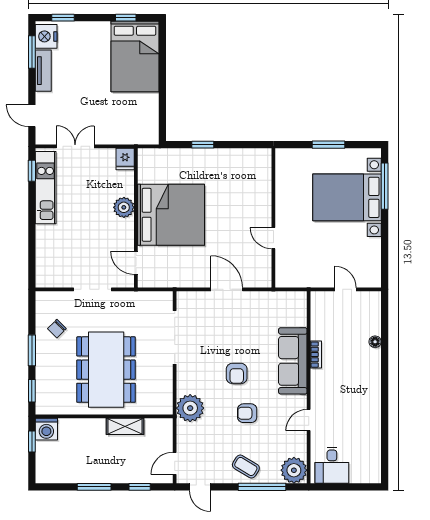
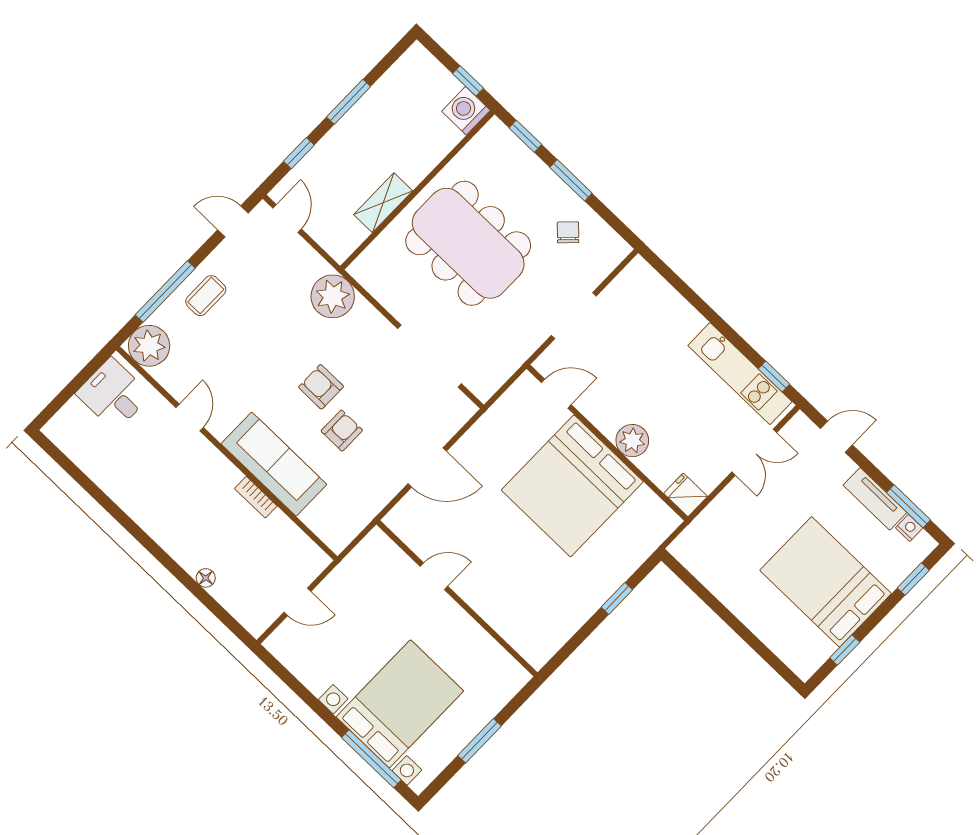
nightstand: (46, 36) -> (909, 528), width x0.53, depth x0.56
bed: (135, 57) -> (826, 582), moved
armchair: (247, 413) -> (342, 431), moved
coffee table: (246, 466) -> (206, 296), turned -31

